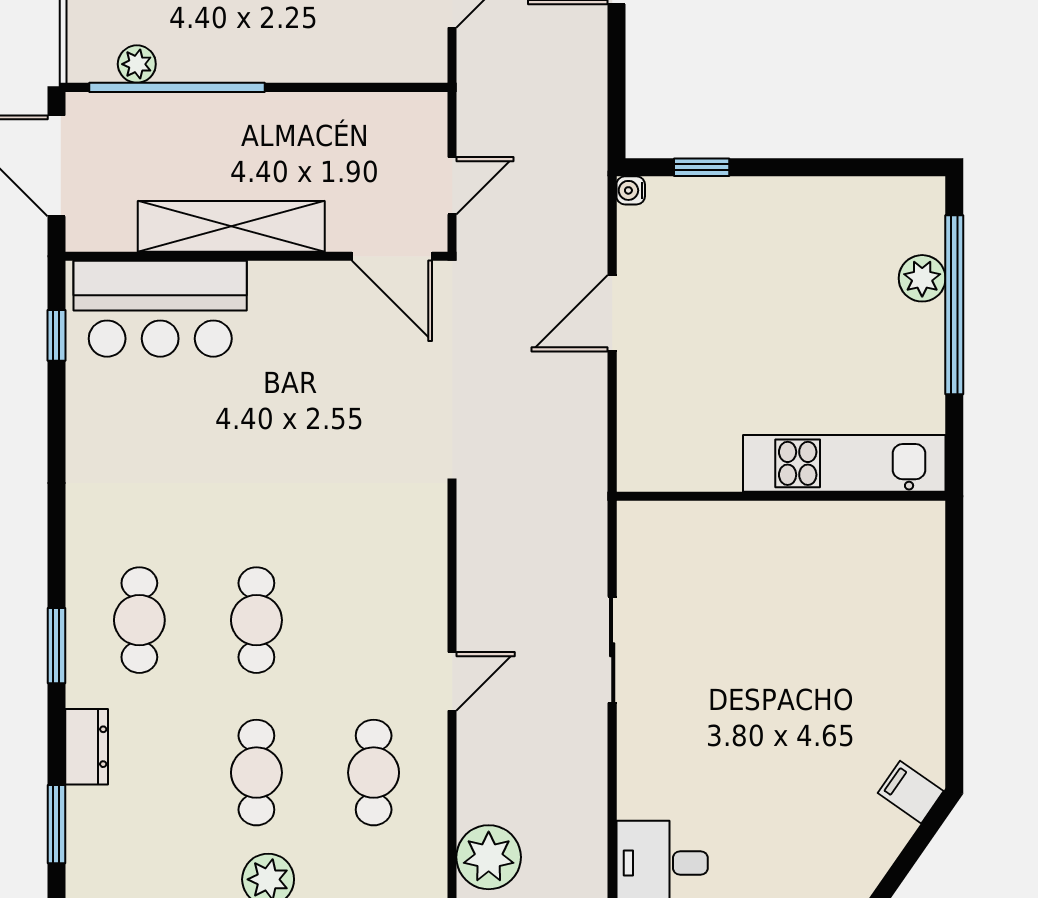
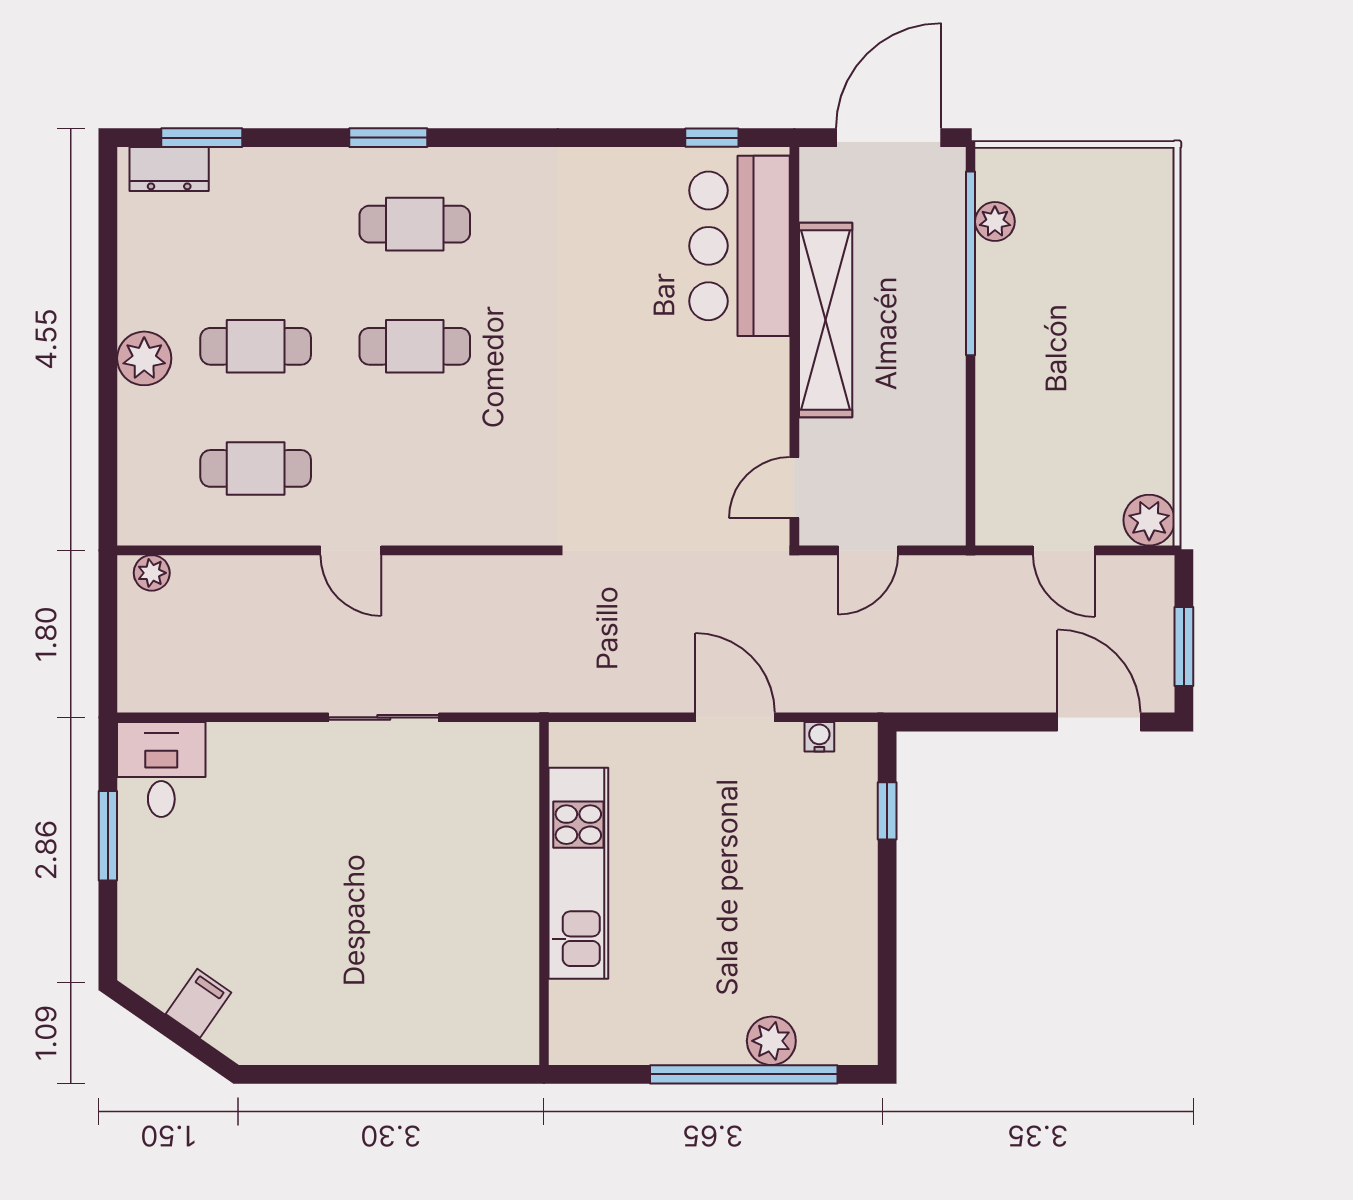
door: (452, 186) -> (868, 550), hinge flipped
water cooler: (631, 190) -> (819, 737), moved
door: (392, 256) -> (794, 488), width x0.73
kitchen unit: (844, 463) -> (578, 873), moved
dresser: (87, 747) -> (169, 169), moved
filing cabinet: (911, 792) -> (199, 1003), moved
plant: (489, 857) -> (152, 573), width x0.53, depth x0.53

